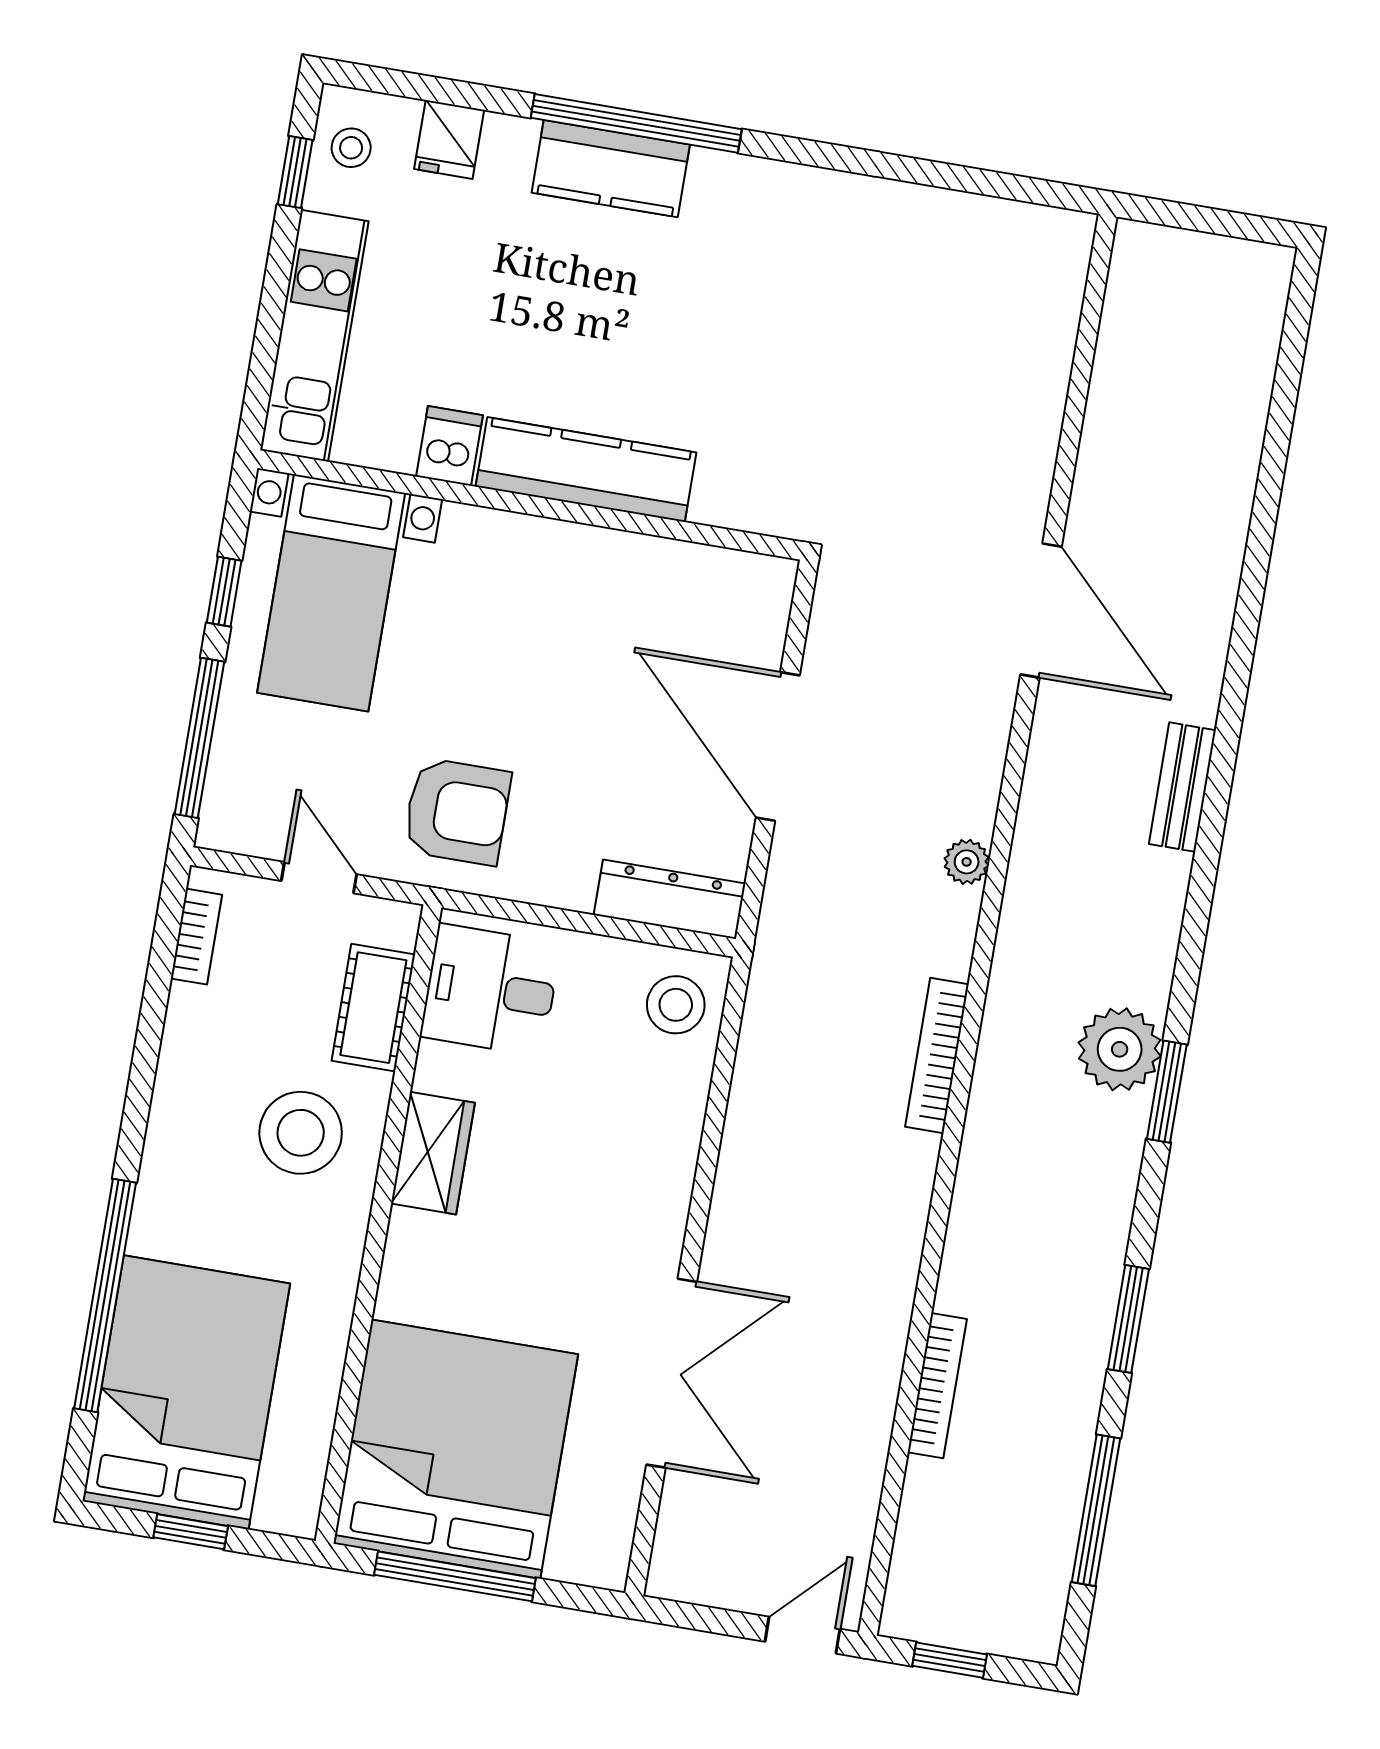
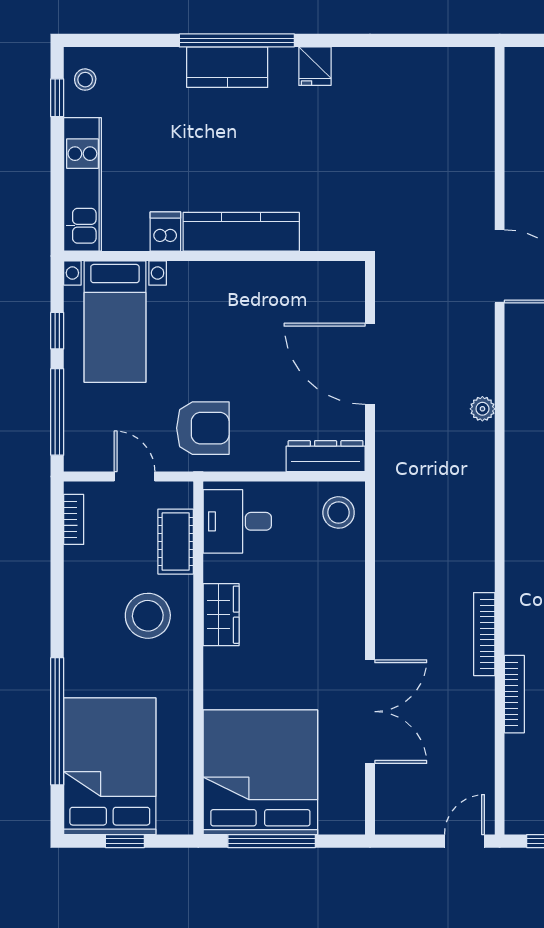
fridge: (449, 139) -> (315, 66), moved
bookcase: (937, 1055) -> (484, 634), moved

